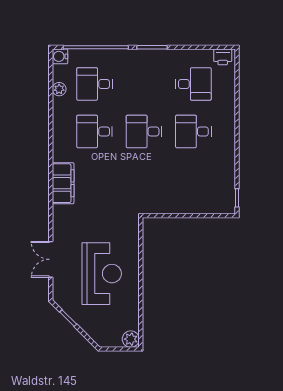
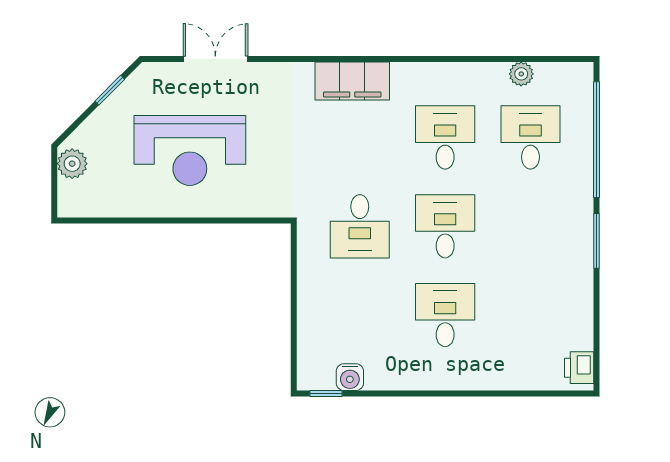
water cooler: (60, 56) -> (350, 377), moved, turned 180
desk: (193, 84) -> (360, 226), moved
plant: (131, 339) -> (72, 164), moved

